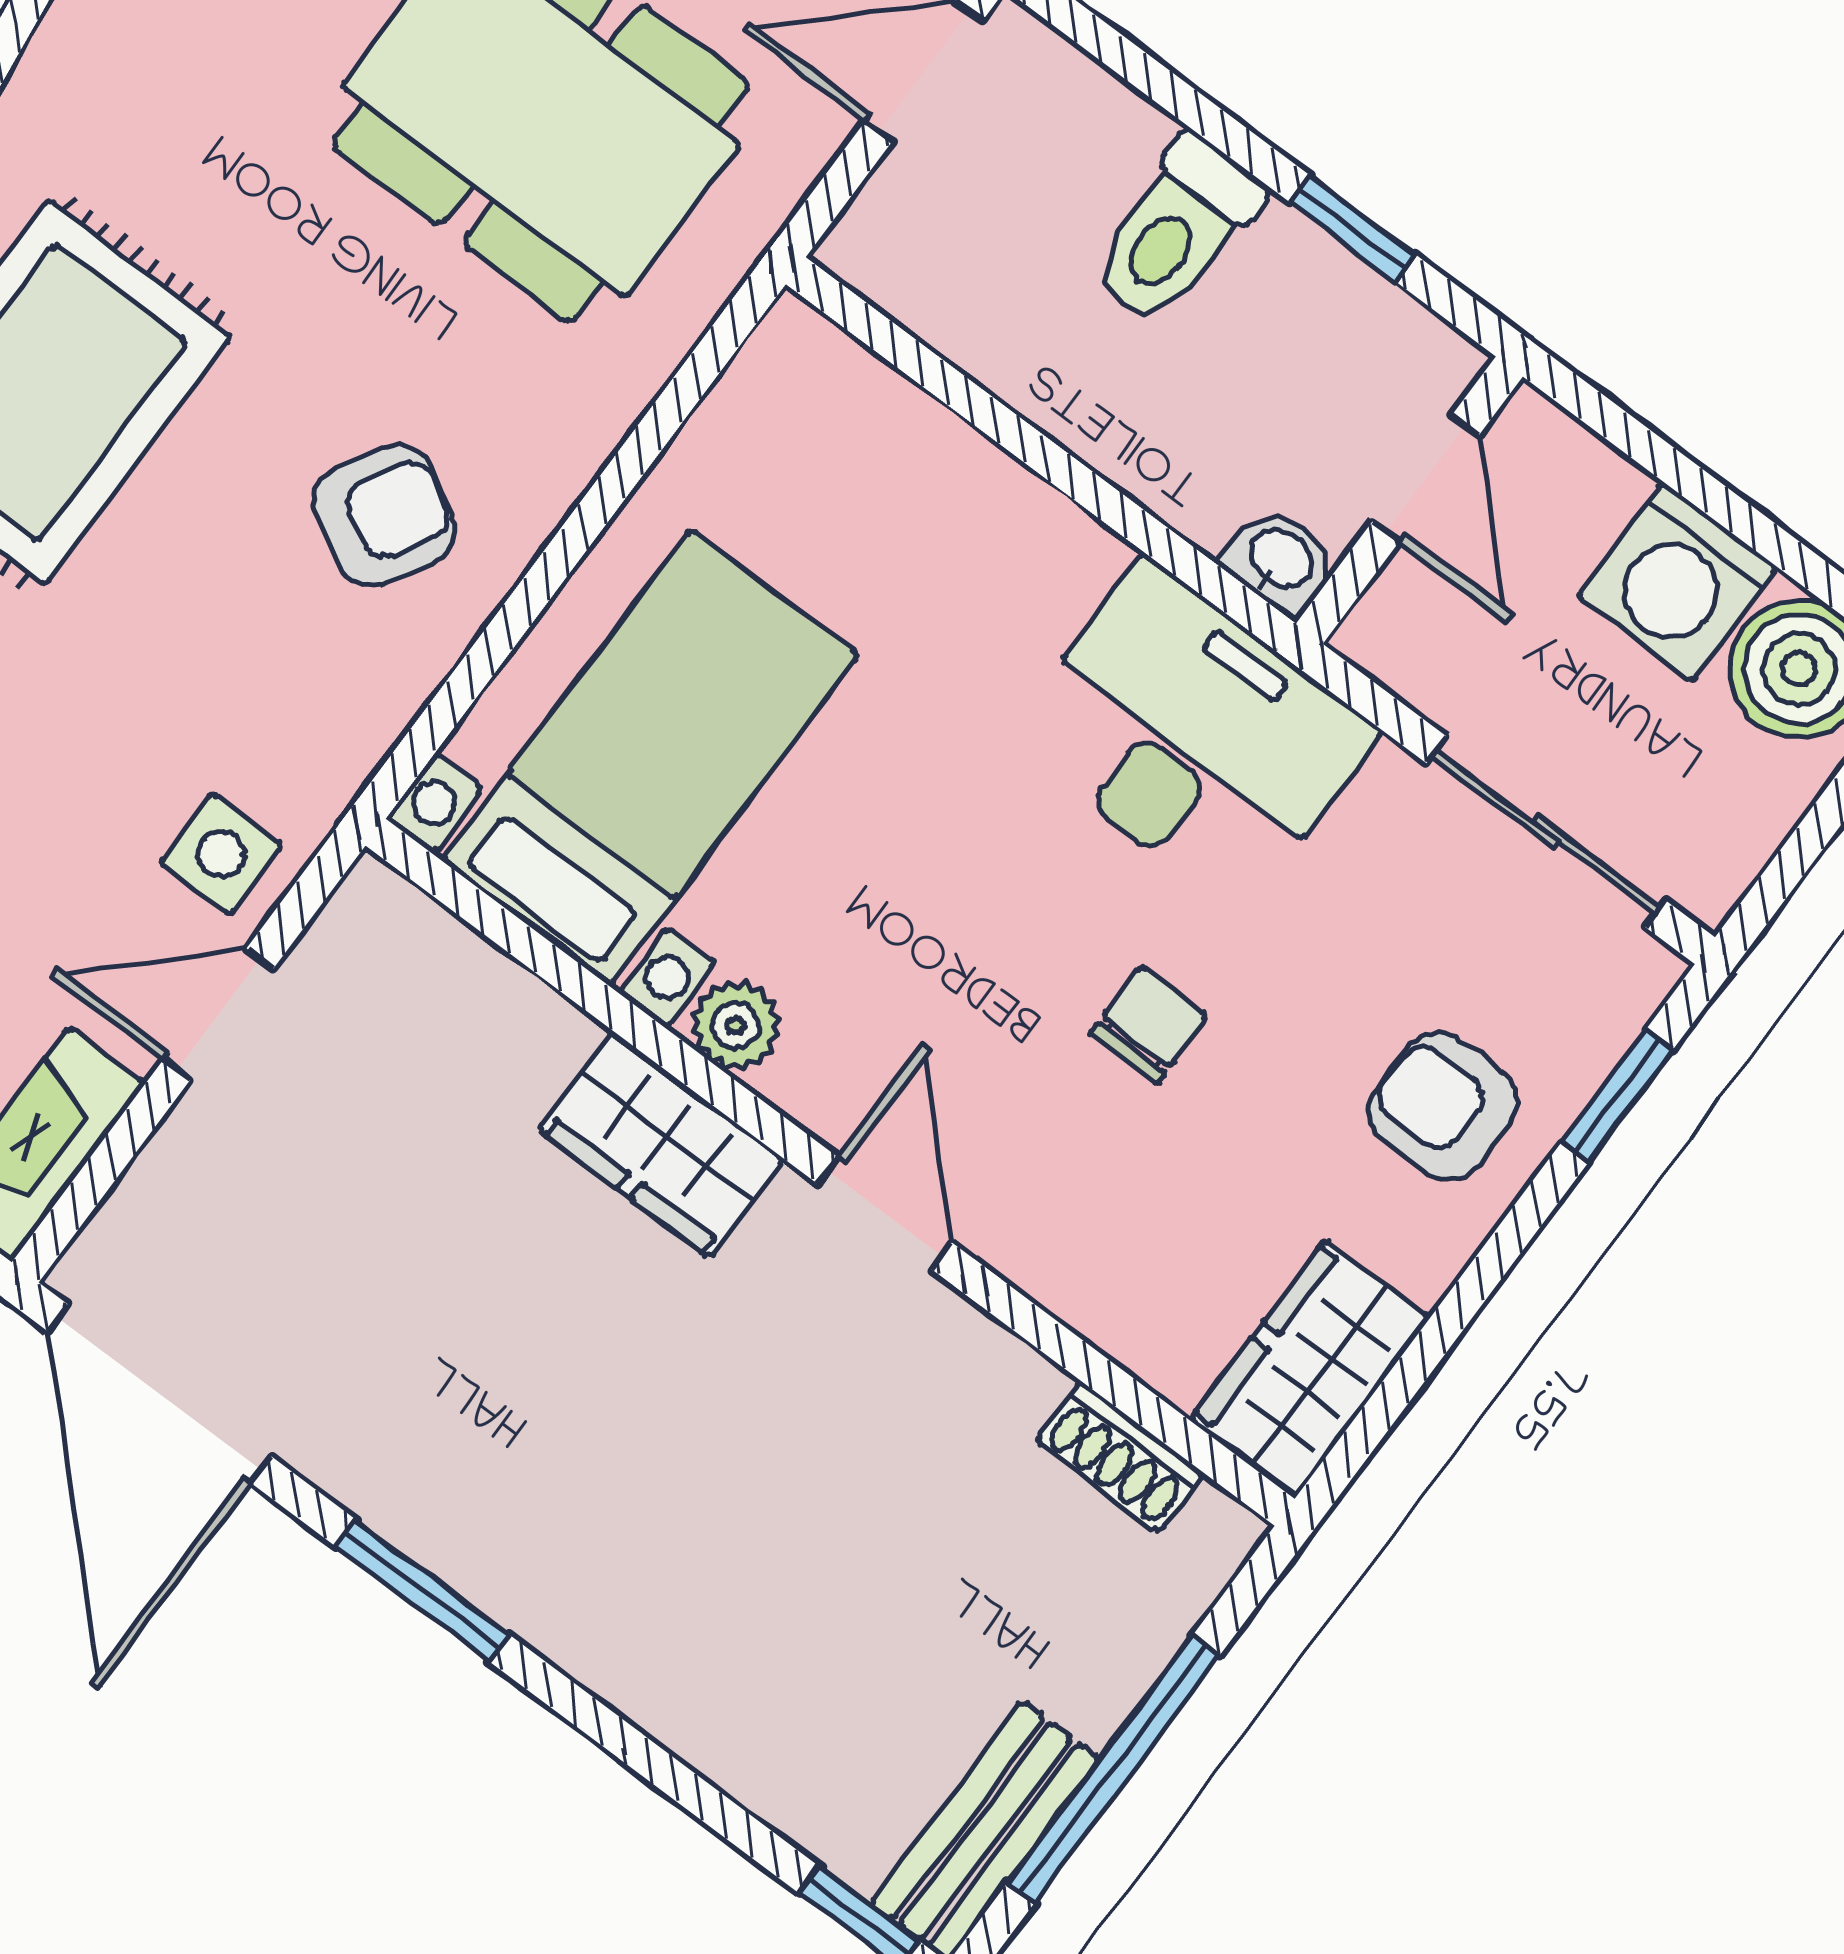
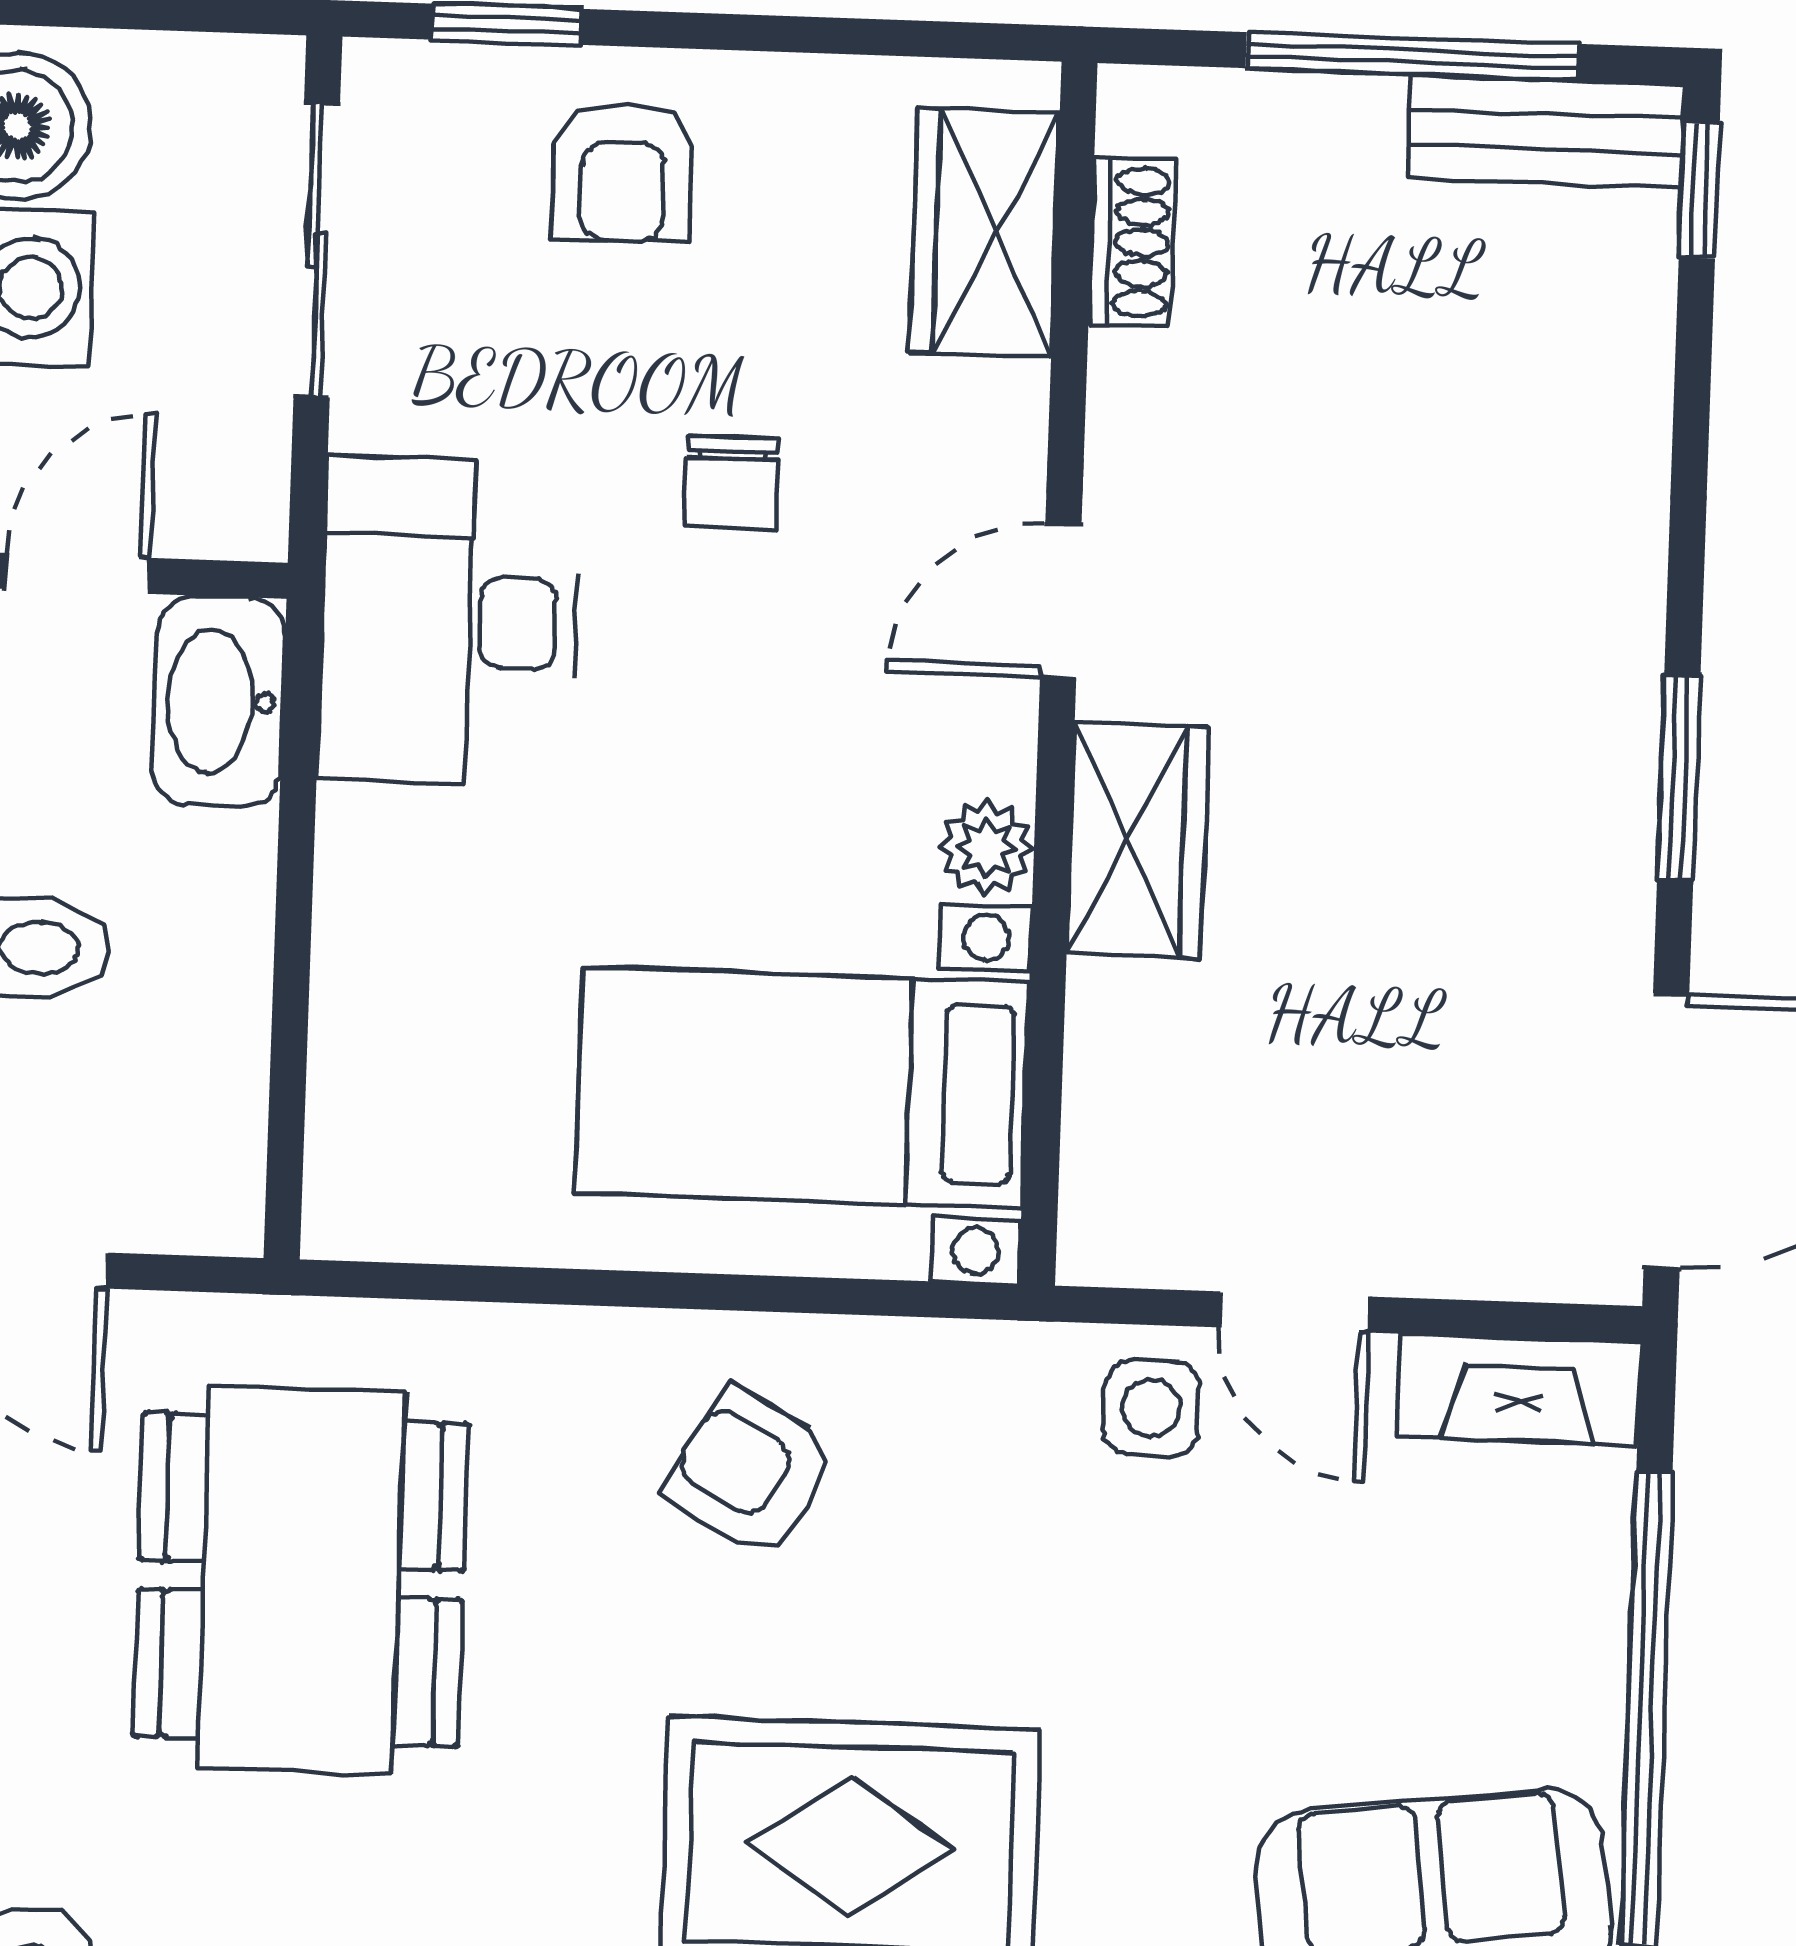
washbasin: (1280, 560) -> (219, 701), width x1.91, depth x1.45
chair: (1149, 1025) -> (732, 483), turned -90
wardrobe: (1310, 1369) -> (985, 233), moved, turned 90

